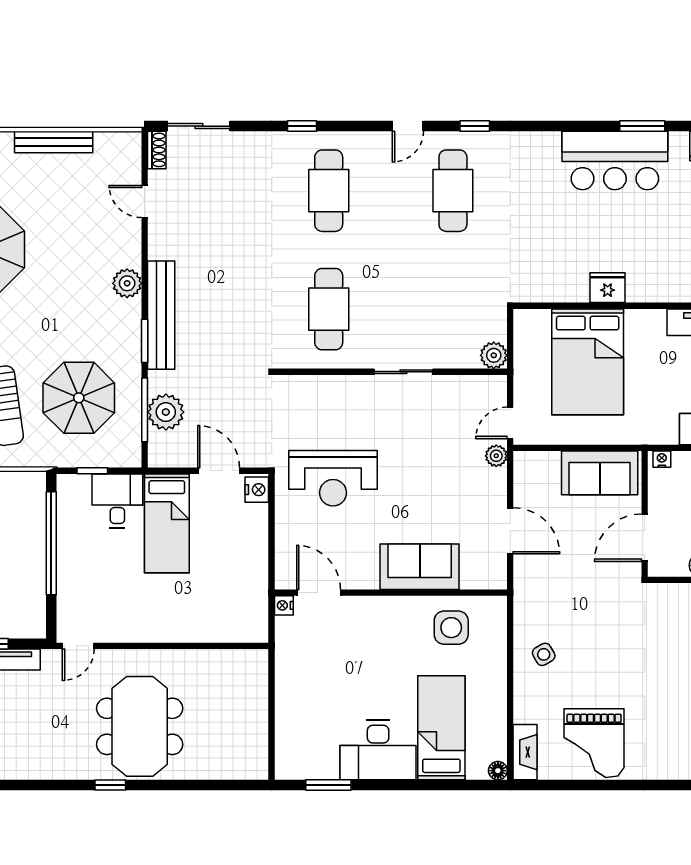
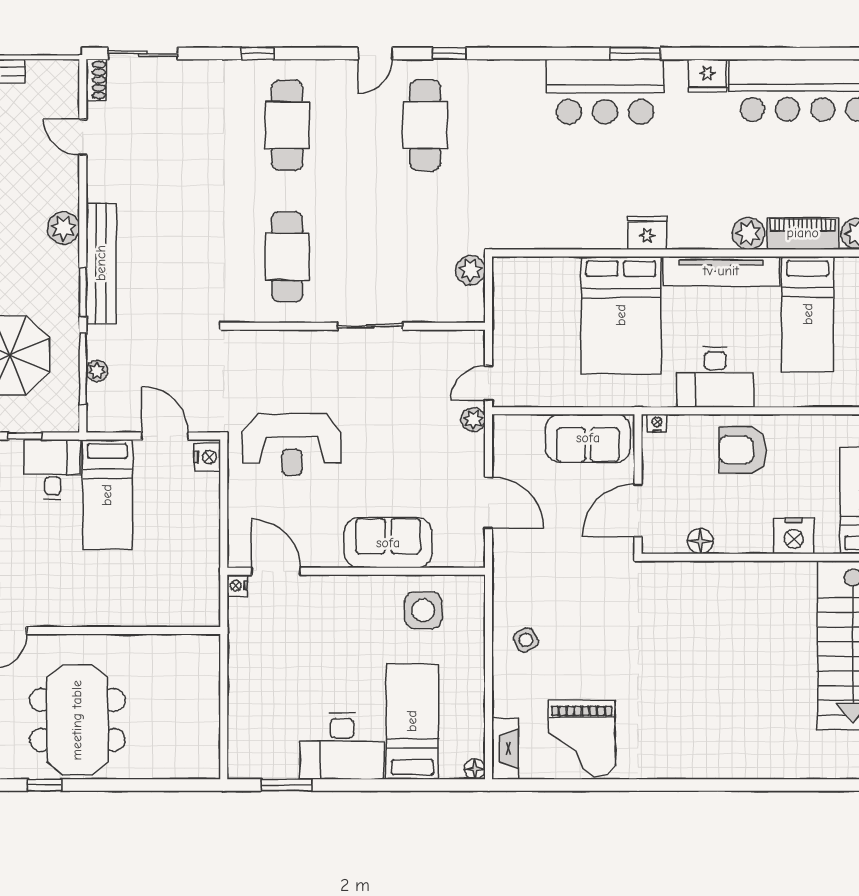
fridge: (608, 288) -> (647, 233), moved
plant: (494, 355) -> (470, 270), moved
bed: (588, 362) -> (621, 315), moved
plant: (166, 412) -> (97, 371), width x0.53, depth x0.53

